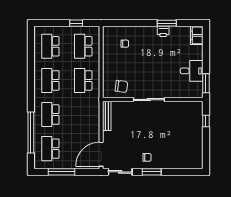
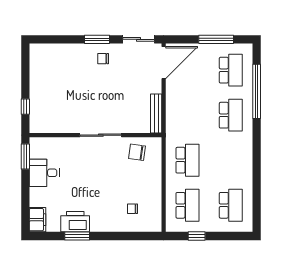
printer: (163, 31) -> (75, 222), width x1.87, depth x1.48
school desk: (50, 80) -> (231, 160), removed

